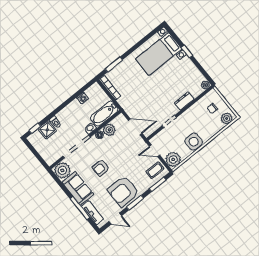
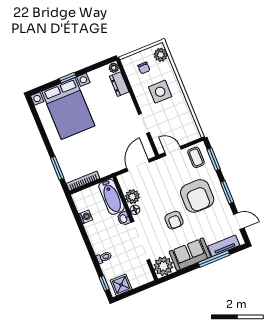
bed with nightstands: (159, 54) -> (68, 109), width x1.36
dresser: (184, 101) -> (119, 84), moved
shower: (47, 130) -> (121, 285), moved
side table: (194, 142) -> (160, 92), moved
door: (155, 151) -> (173, 151), swing flipped
plant: (173, 159) -> (190, 132), removed
armchair: (123, 191) -> (197, 196), moved
door: (115, 219) -> (239, 221), hinge flipped

